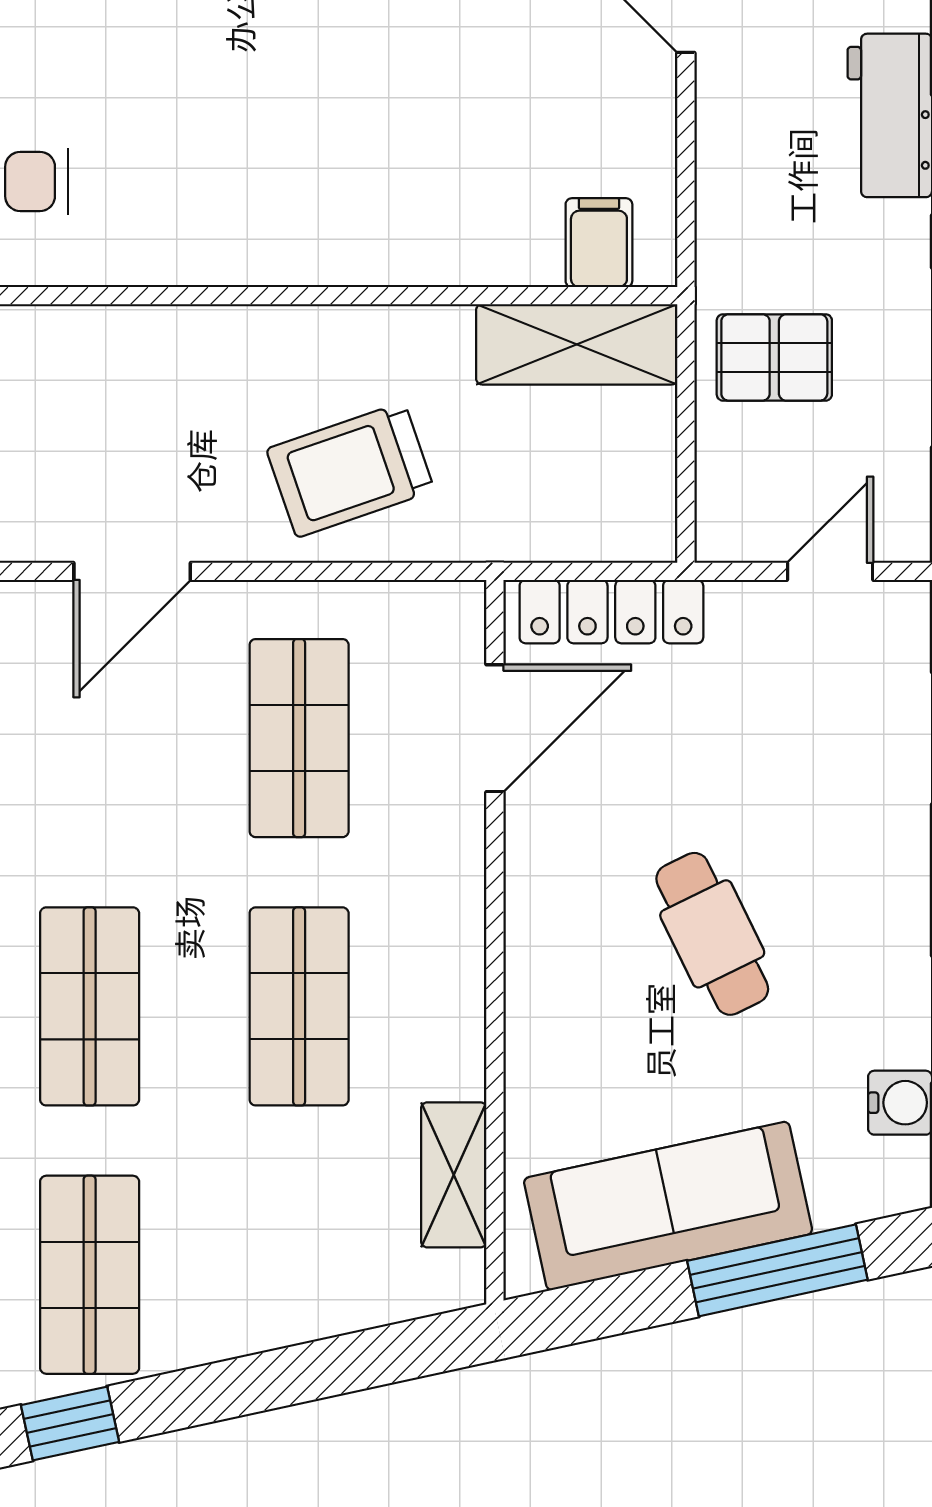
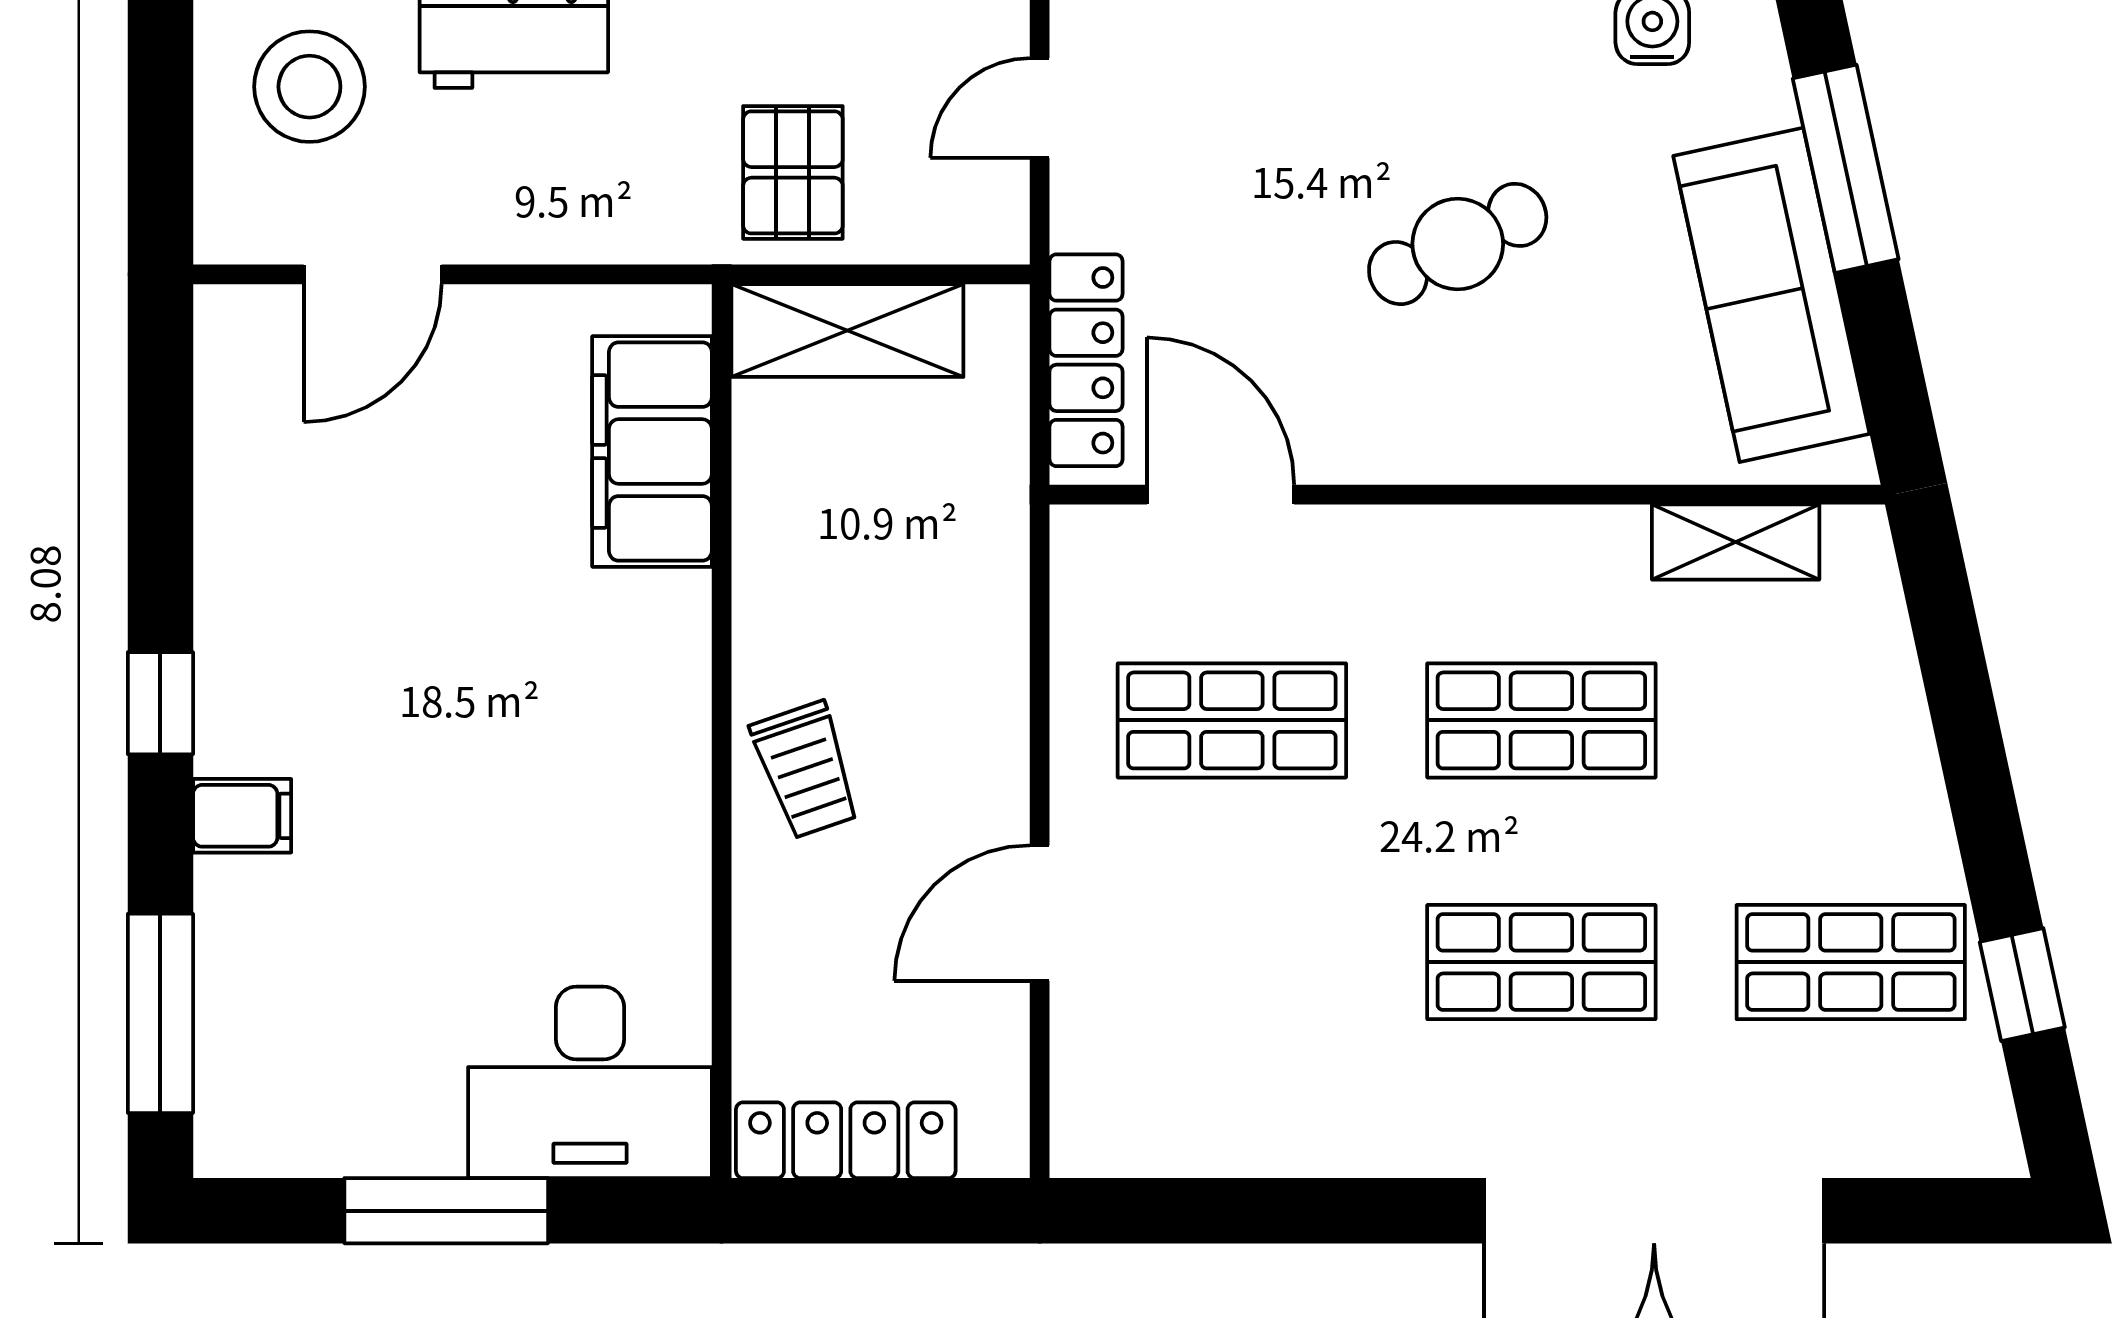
filing cabinet: (599, 243) -> (652, 452), width x3.00, depth x1.17
shelving: (577, 344) -> (847, 331), moved, turned 90
trolley: (350, 470) -> (806, 770), moved, width x0.73, depth x0.72
door: (132, 571) -> (1040, 913), swing flipped
door: (830, 571) -> (1040, 108), hinge flipped

